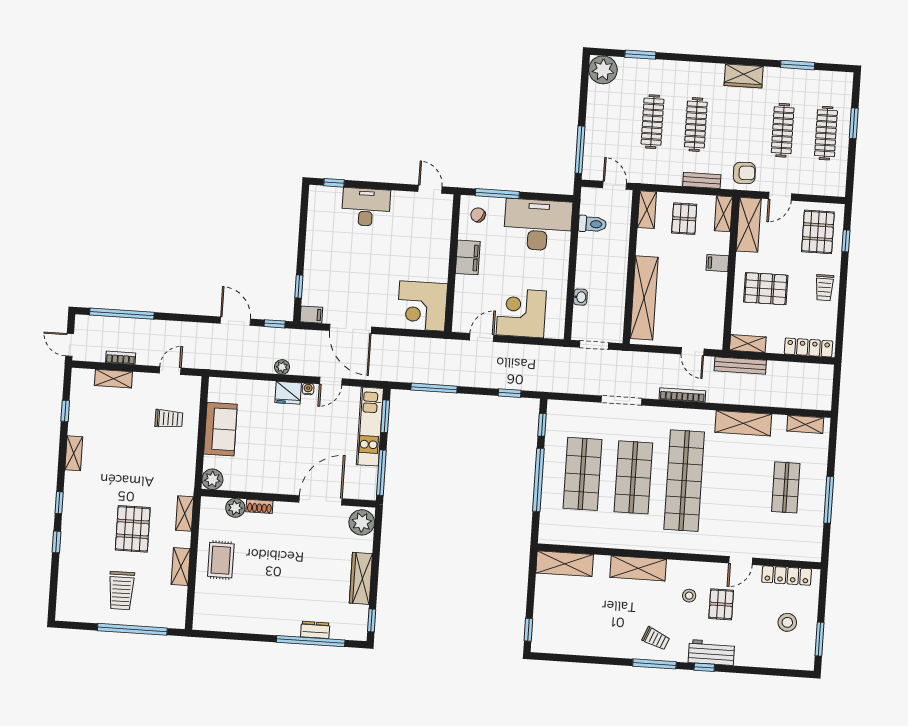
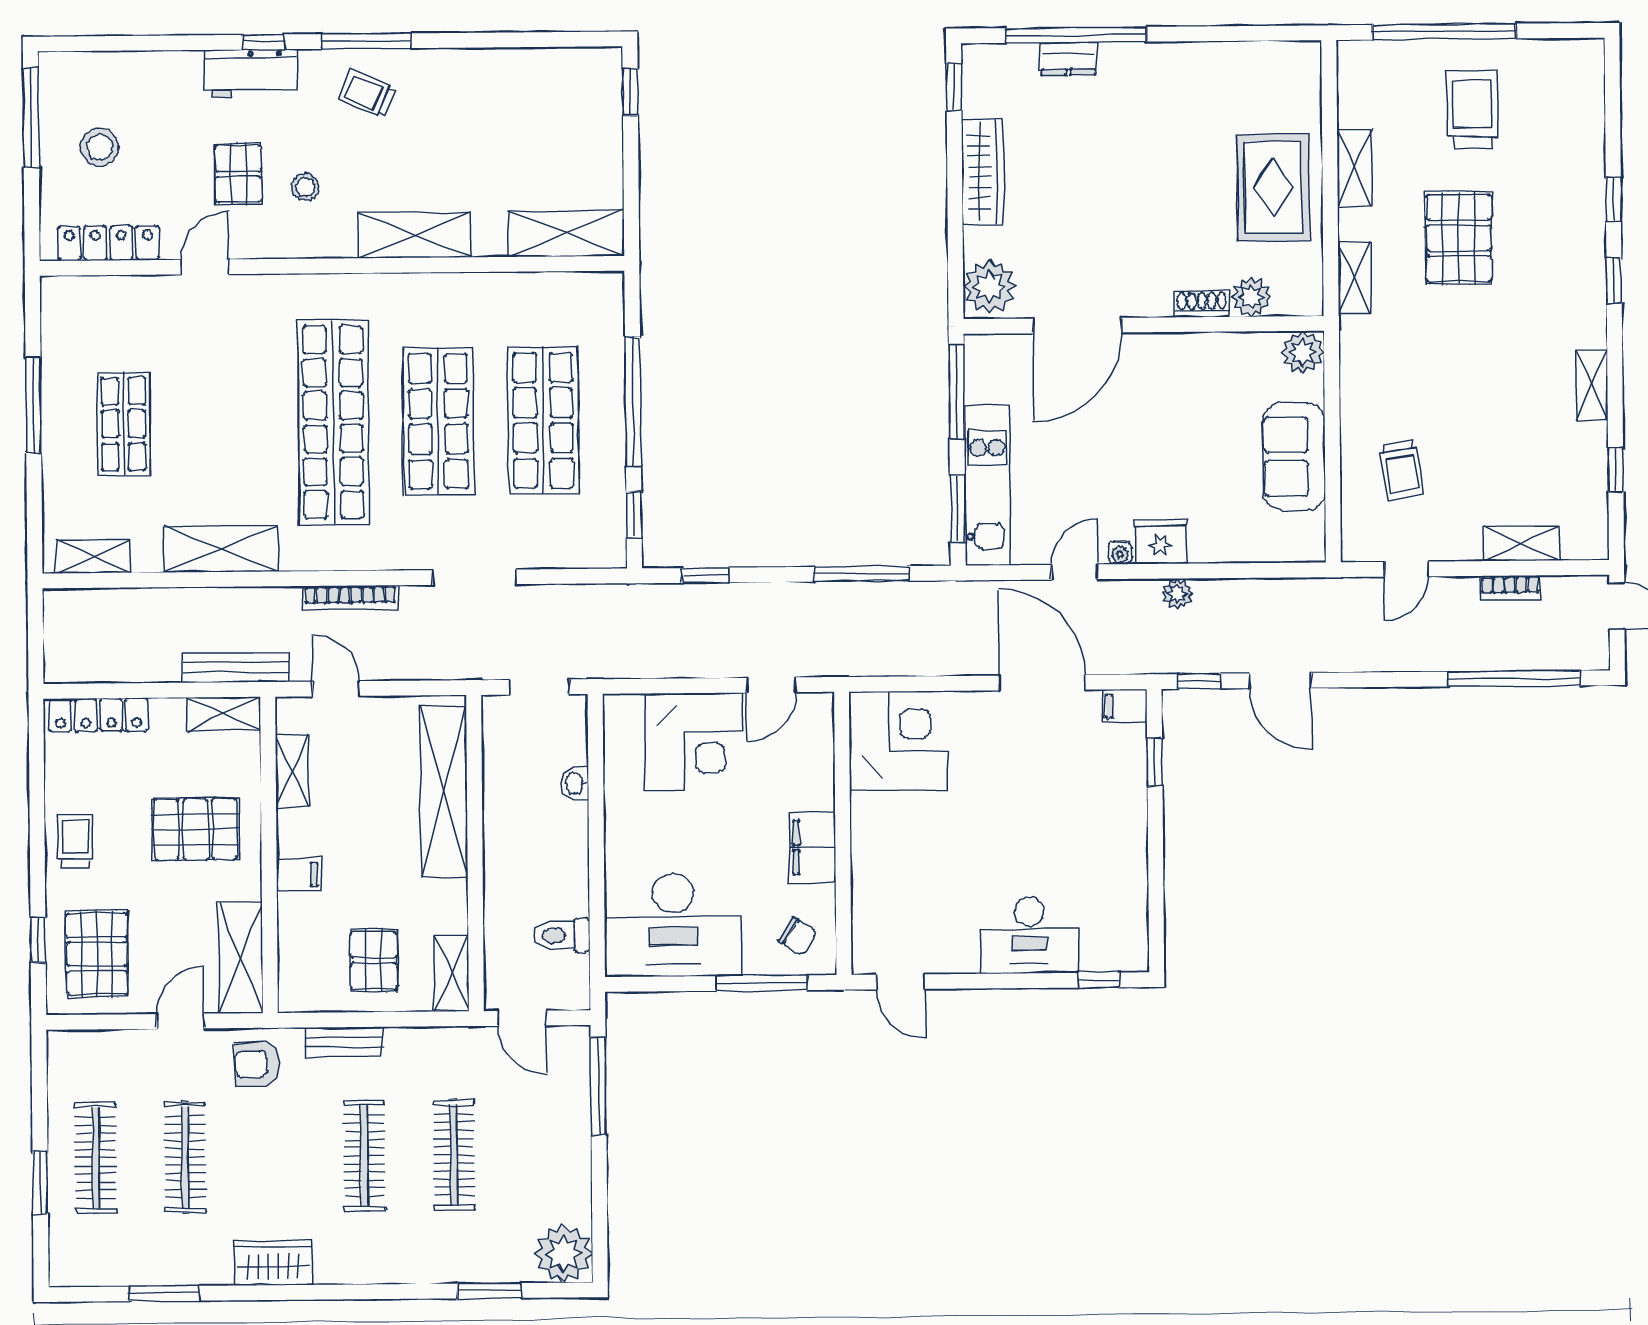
shelving: (723, 214) -> (292, 770), moved
trolley: (169, 419) -> (1402, 470), turned -99
rug: (221, 560) -> (1273, 187), width x1.36, depth x1.43
window: (819, 639) -> (31, 118), width x1.44

